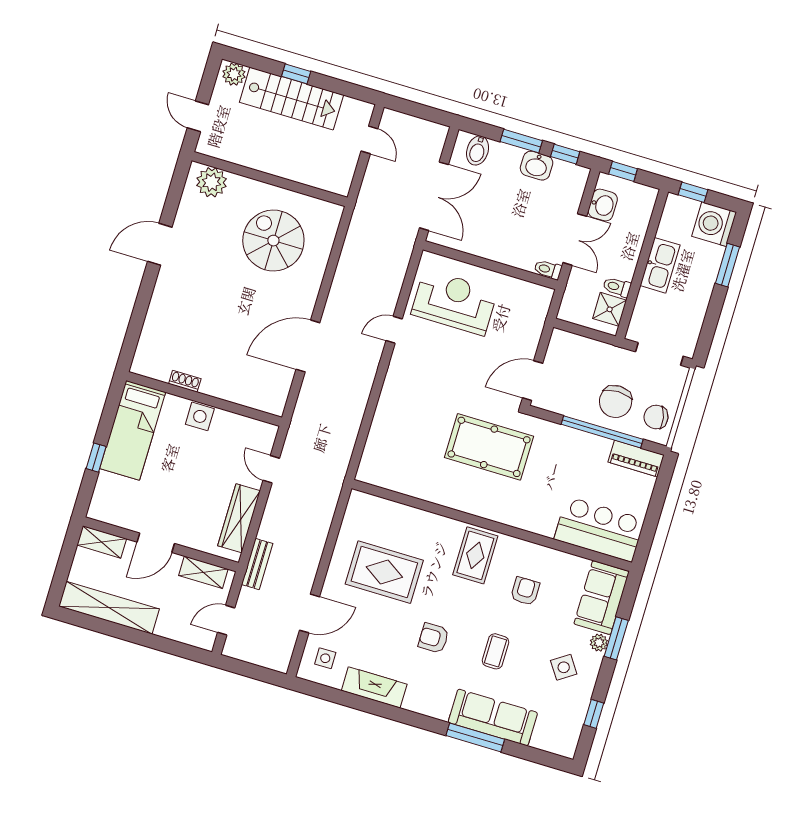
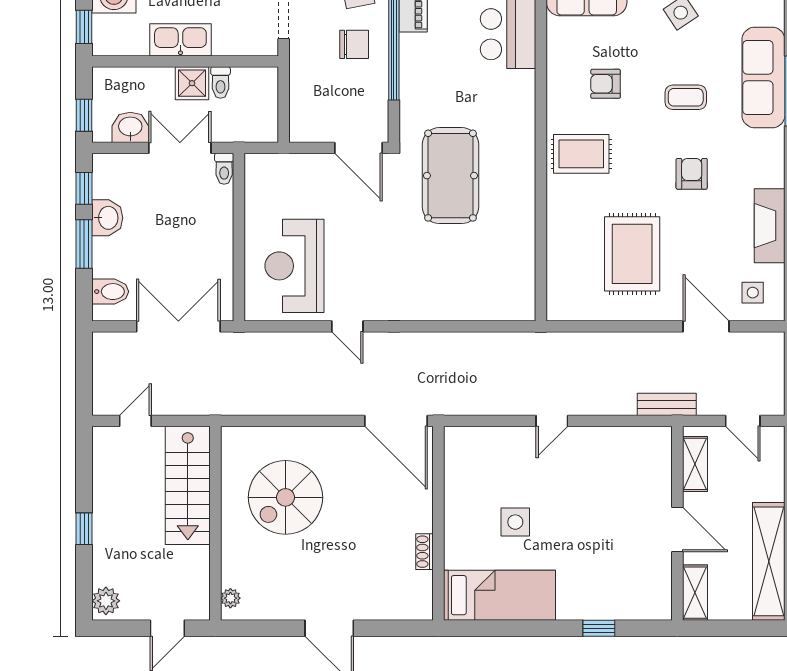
stairs: (292, 99) -> (188, 485), moved, turned 180
plant: (212, 182) -> (230, 598), width x0.53, depth x0.53
shower: (610, 309) -> (192, 83), moved
shoe rack: (185, 381) -> (424, 552), moved
wall: (204, 399) -> (438, 523), moved
chair: (616, 402) -> (354, 44), width x0.73, depth x0.73
bed: (133, 430) -> (500, 595), moved
wardrobe: (239, 518) -> (620, 441), removed
armchair: (434, 638) -> (692, 174), turned 180

